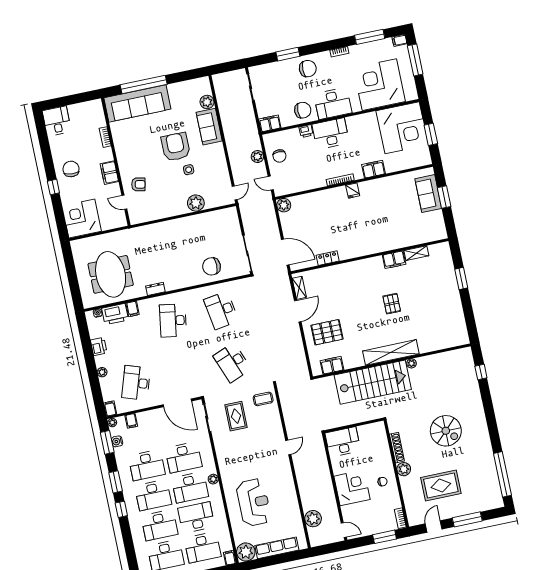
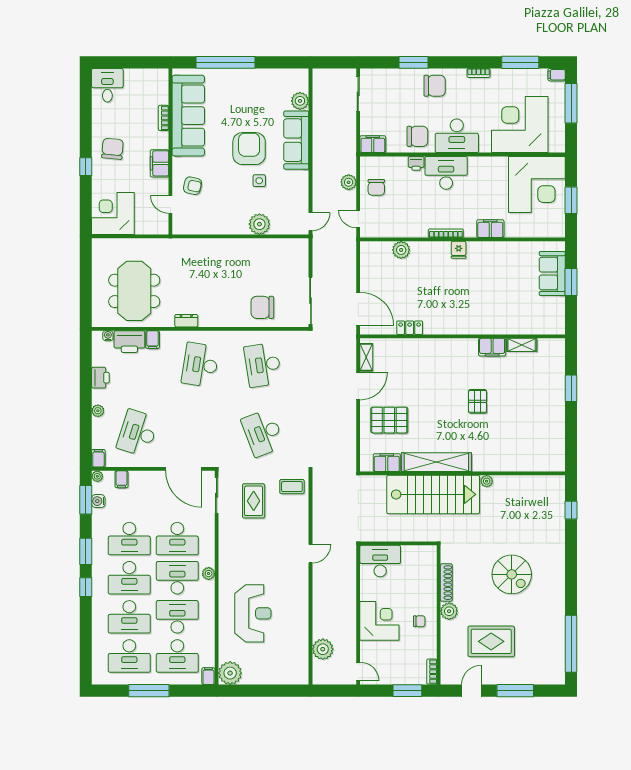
sofa: (137, 103) -> (188, 116), moved, turned -90
sofa: (209, 127) -> (296, 140), width x1.36
plant: (284, 205) -> (401, 250), moved
shelving: (391, 352) -> (436, 462), moved
desk: (190, 487) -> (177, 578), turned 180
row of seats: (277, 548) -> (270, 676), removed

